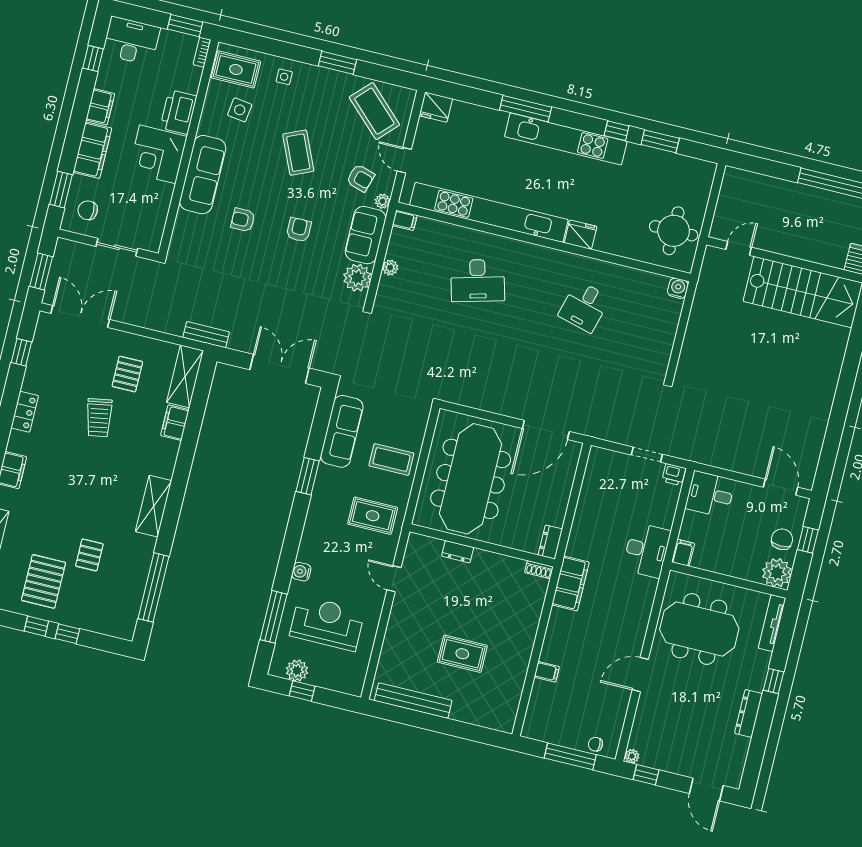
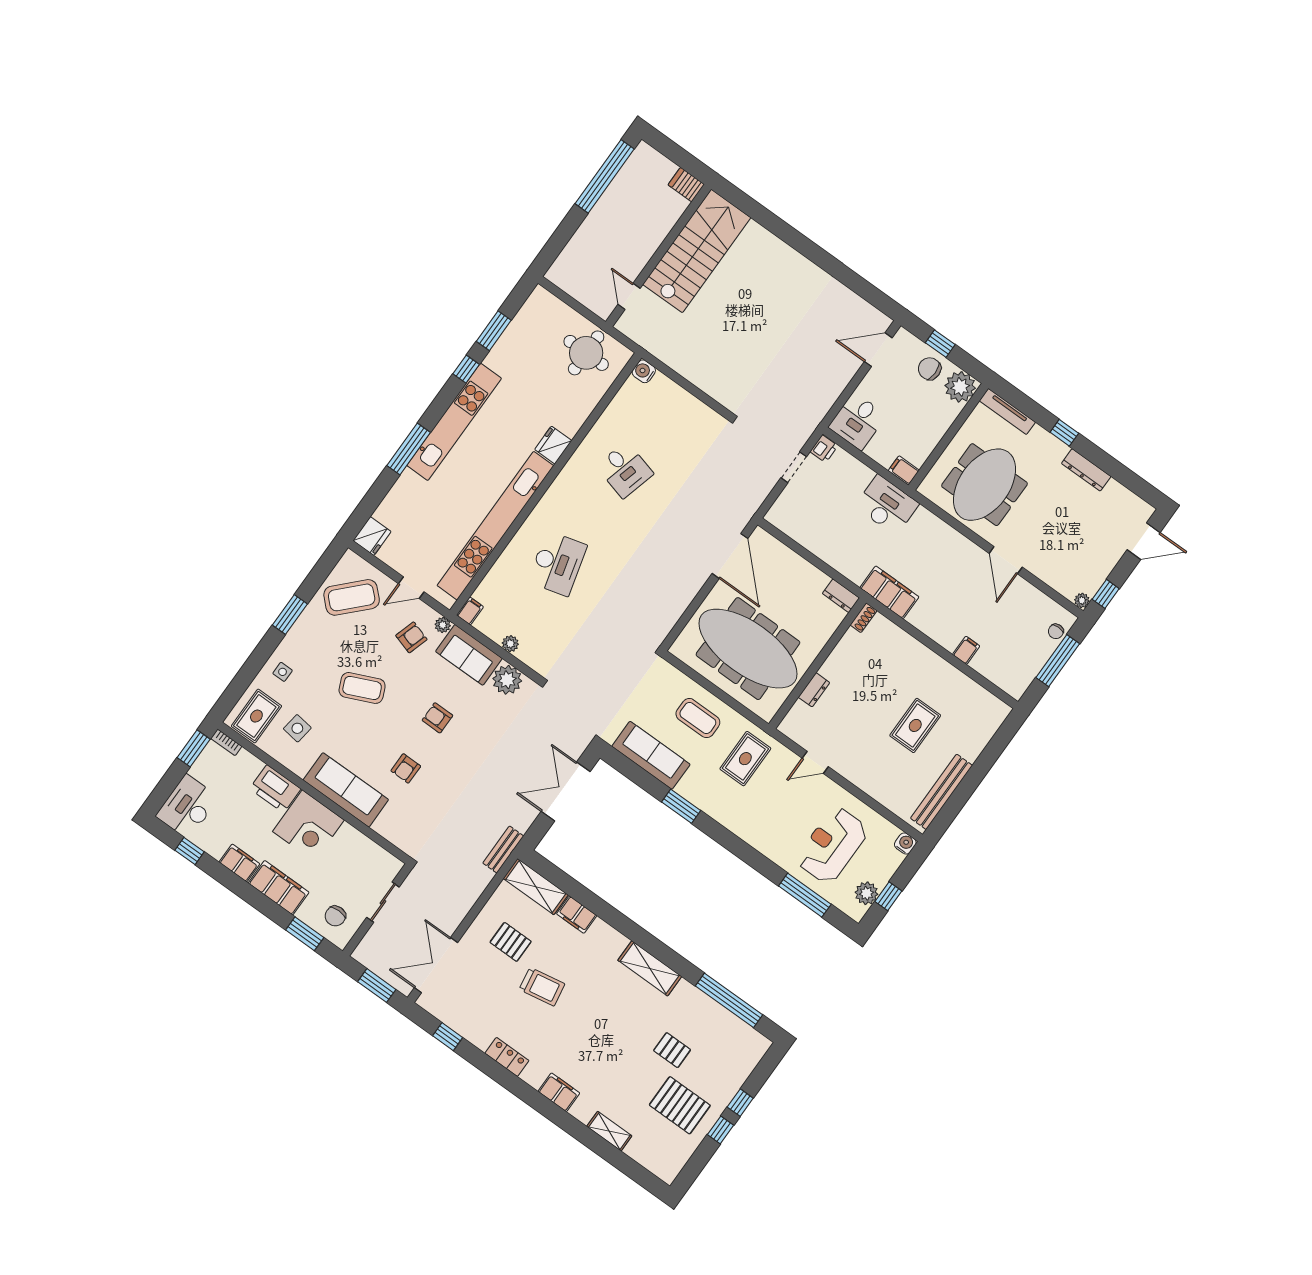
coffee table: (391, 459) -> (698, 718), turned 90
water cooler: (301, 572) -> (905, 843), moved, turned 180

